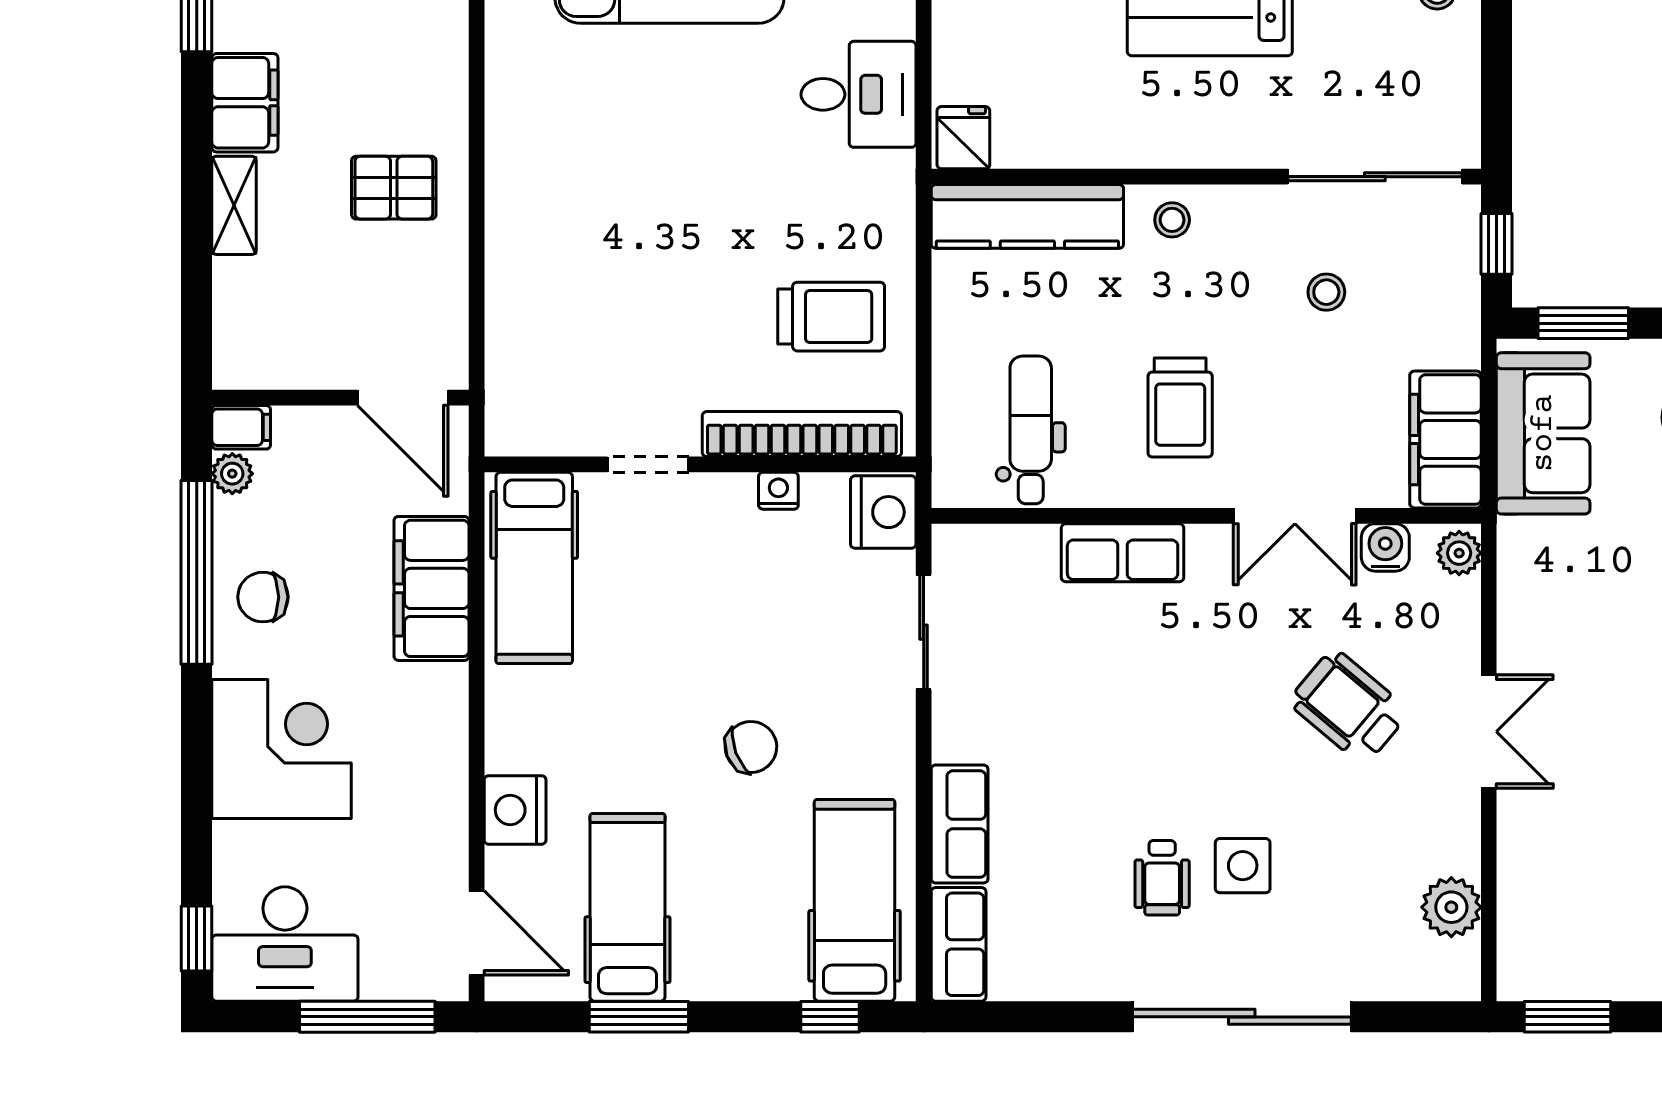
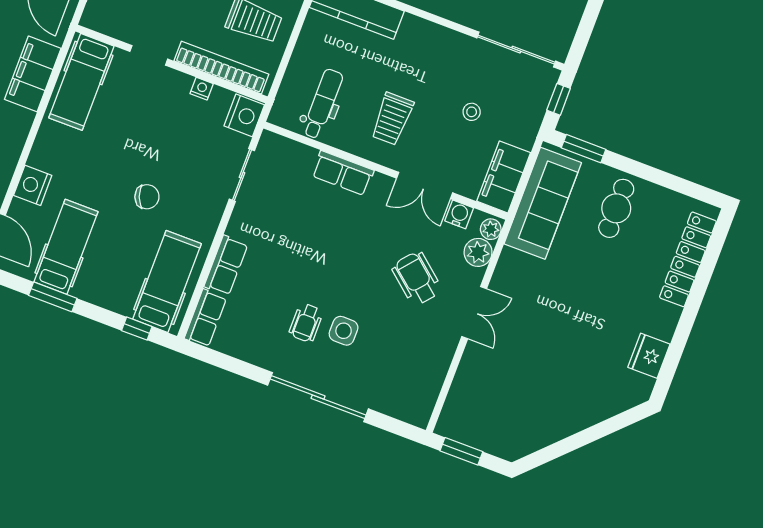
stool: (1172, 220) -> (420, 35), removed
stool: (1326, 292) -> (472, 112), moved
sofa: (1543, 433) -> (543, 203), width x1.36
plant: (1451, 907) -> (478, 252), moved

